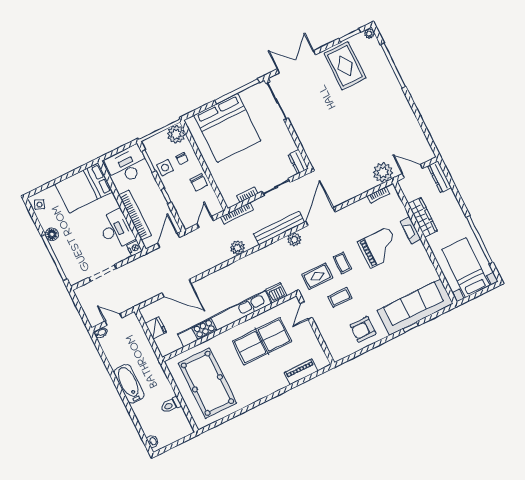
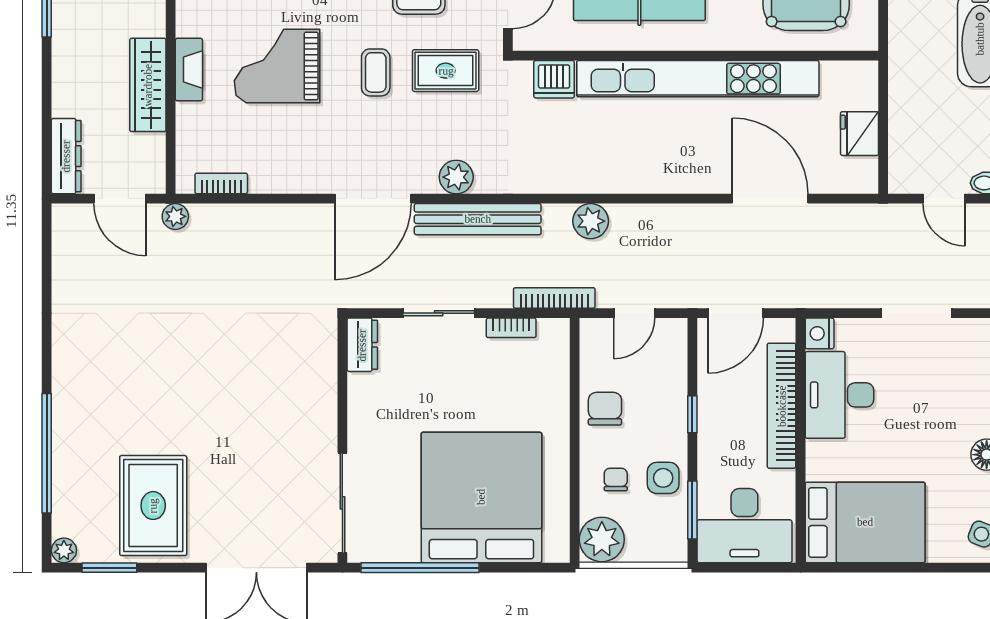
plant: (383, 173) -> (175, 216), width x0.53, depth x0.53

